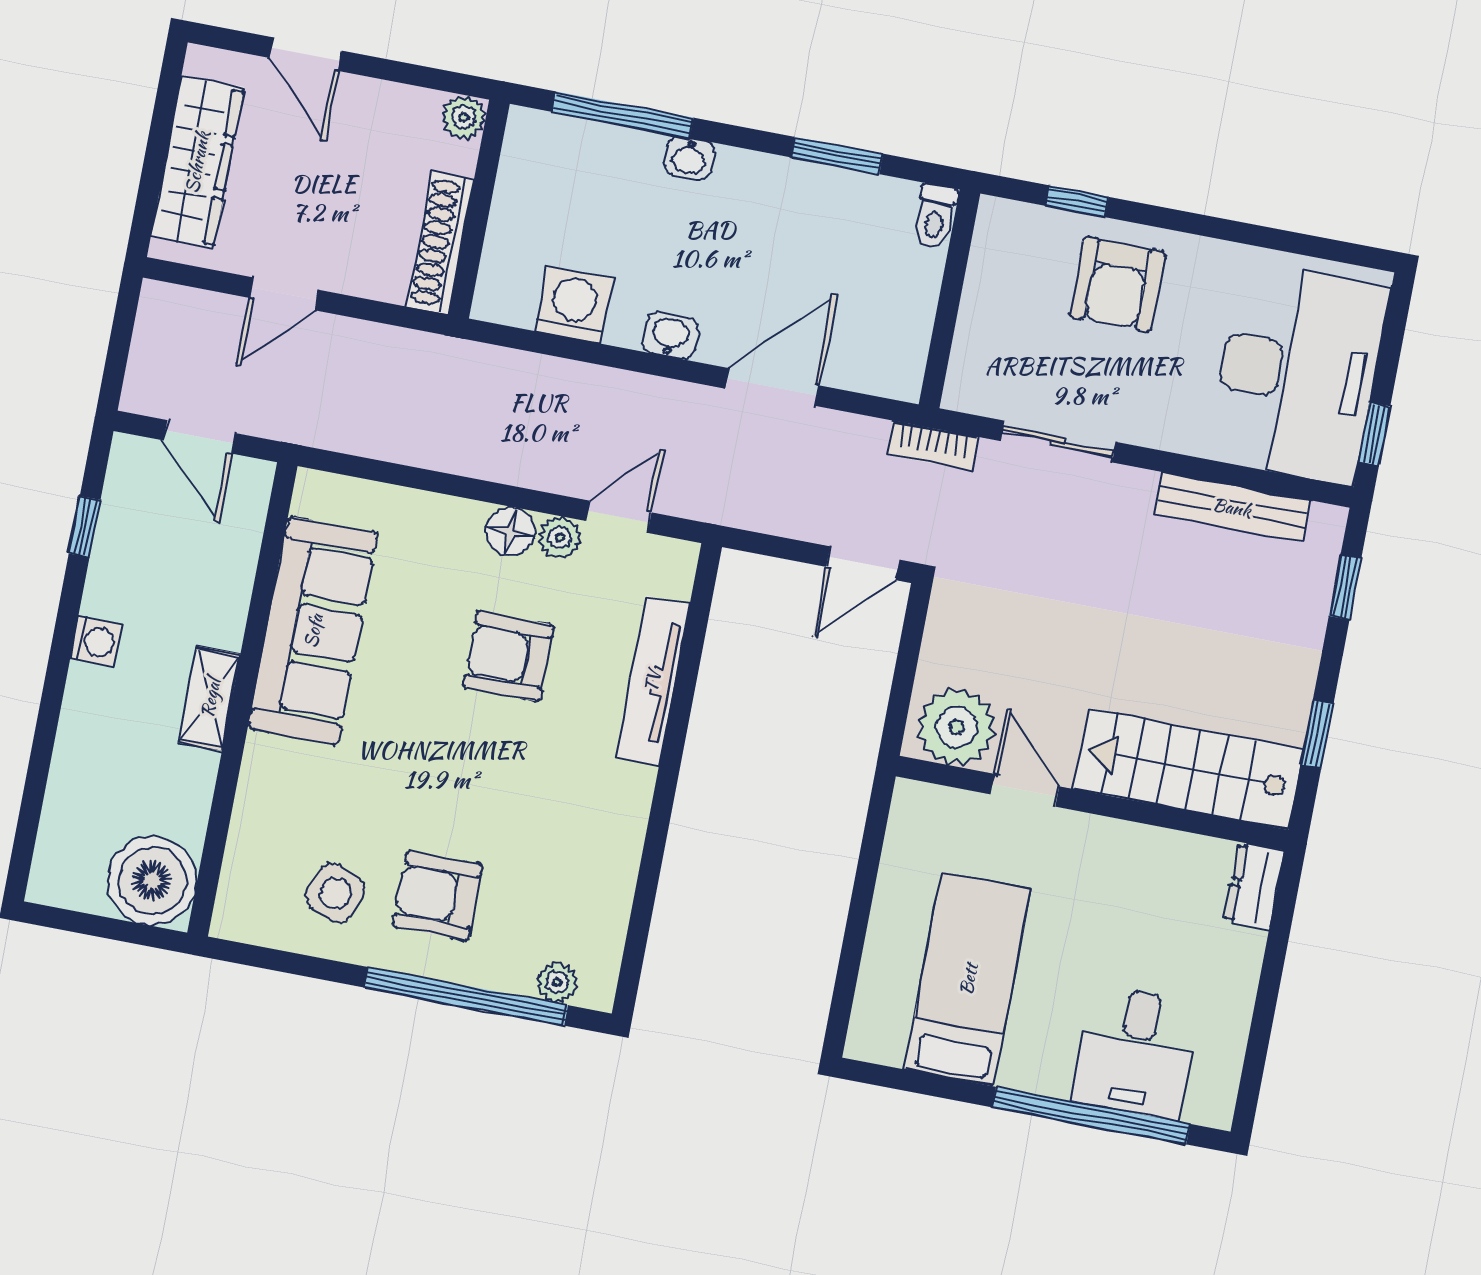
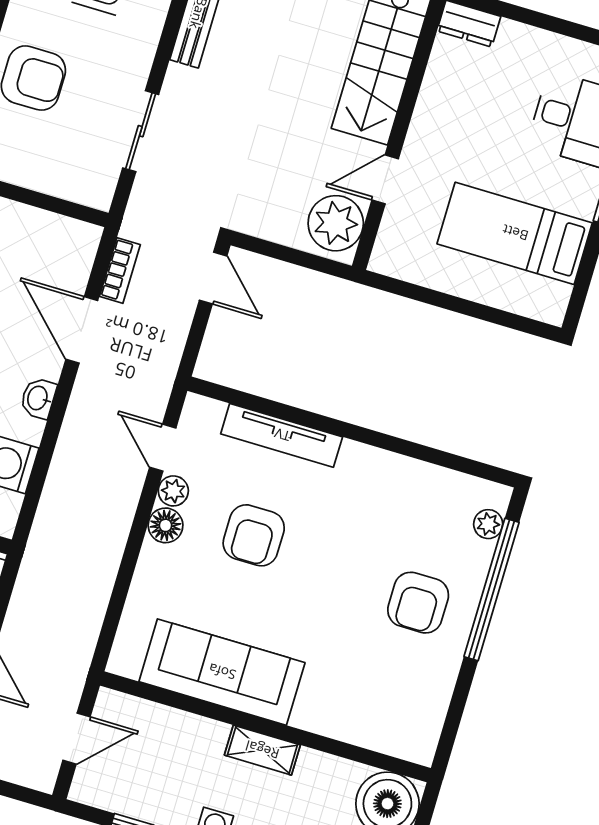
bookcase: (932, 446) -> (120, 270), moved
side table: (335, 893) -> (409, 675), removed

